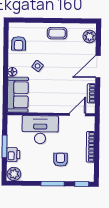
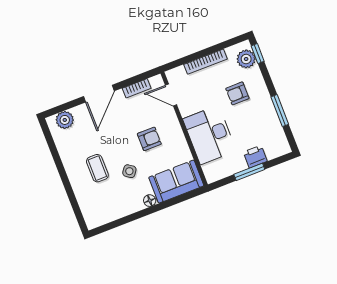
coffee table: (57, 33) -> (97, 168), moved
armchair: (19, 43) -> (149, 139), moved
door: (98, 67) -> (99, 94), hinge flipped
plant: (14, 174) -> (246, 59), moved
window: (53, 184) -> (280, 111), moved

